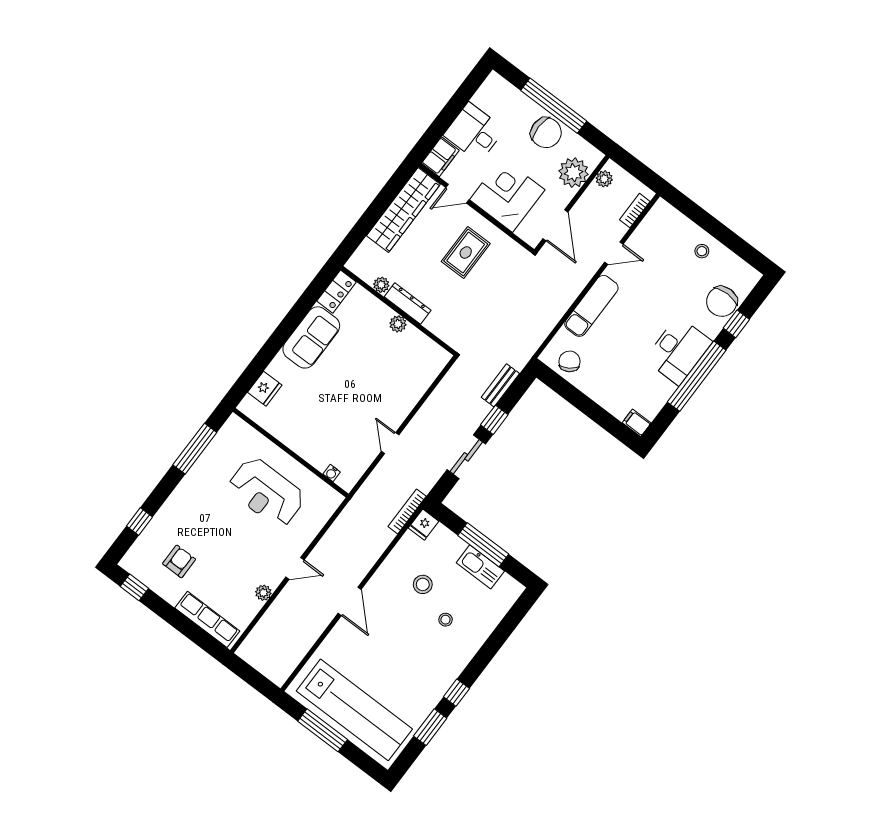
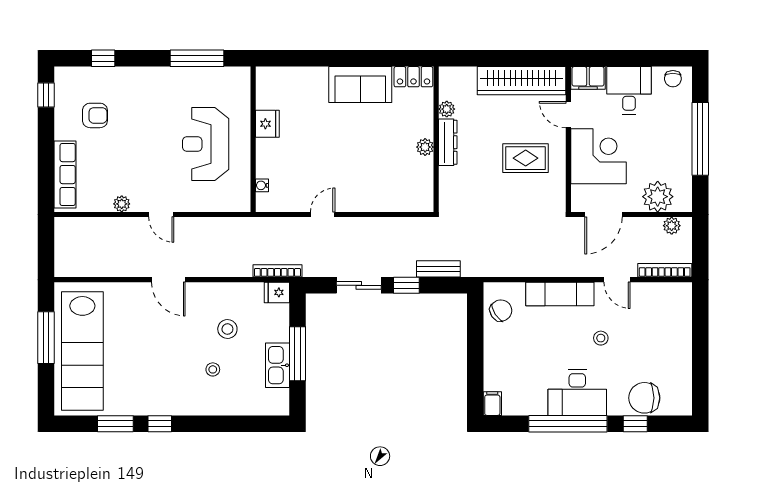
chair: (546, 133) -> (673, 79), moved, width x0.54, depth x0.54
bookcase: (635, 211) -> (665, 270), width x1.56
stool: (702, 251) -> (601, 338), moved
fridge: (265, 389) -> (267, 124), moved, turned -90
door: (350, 601) -> (168, 280), hinge flipped

